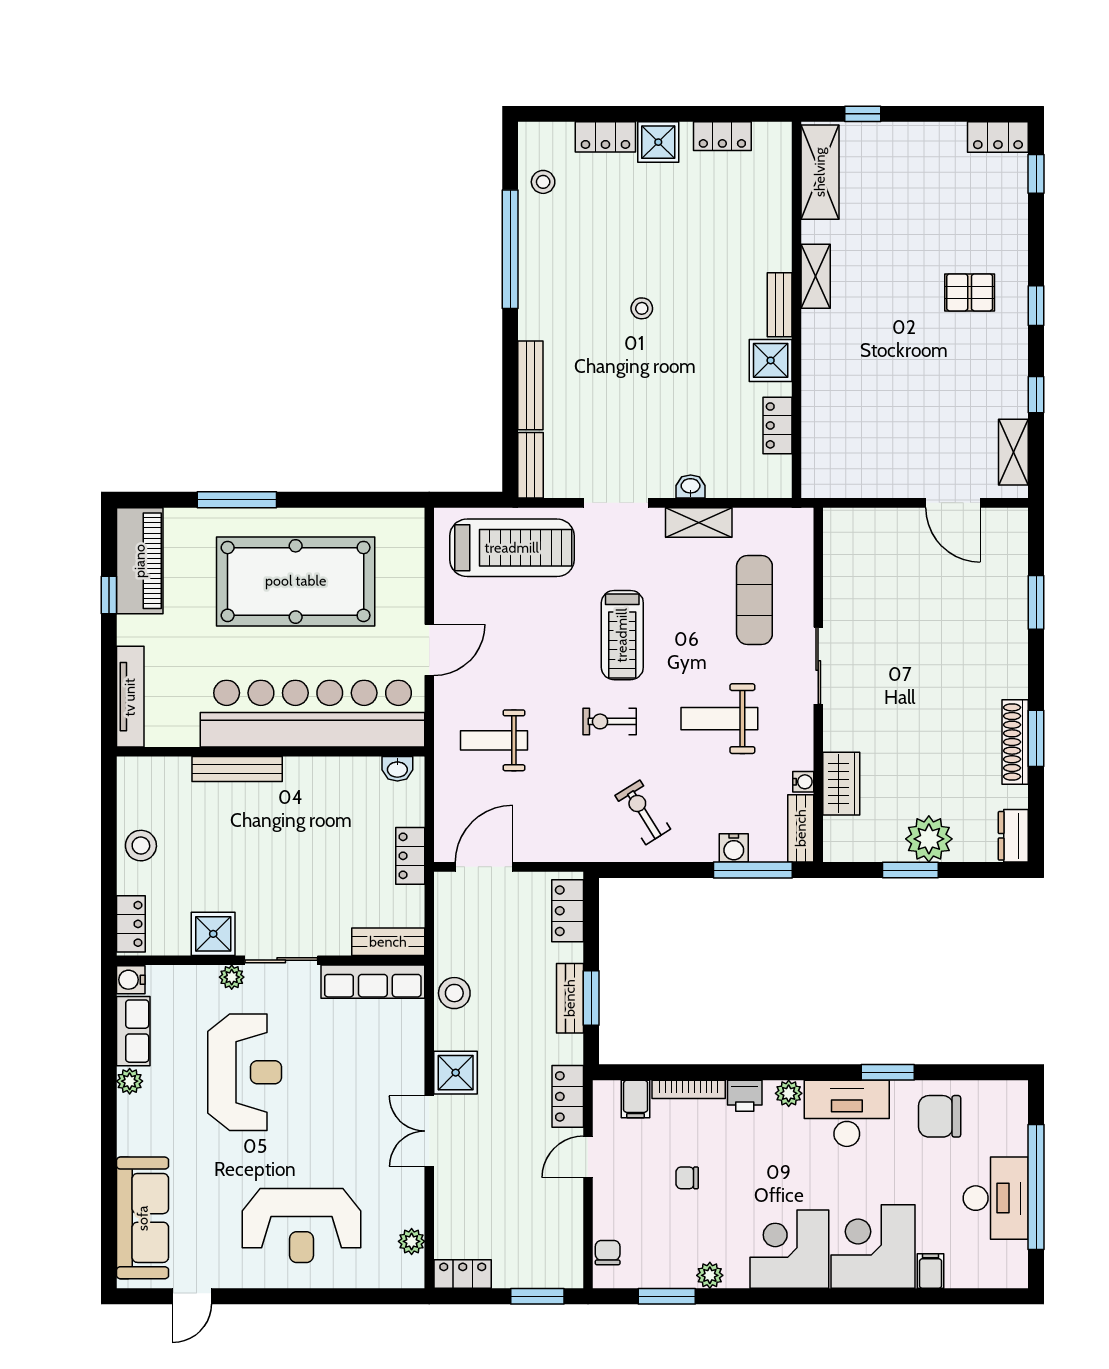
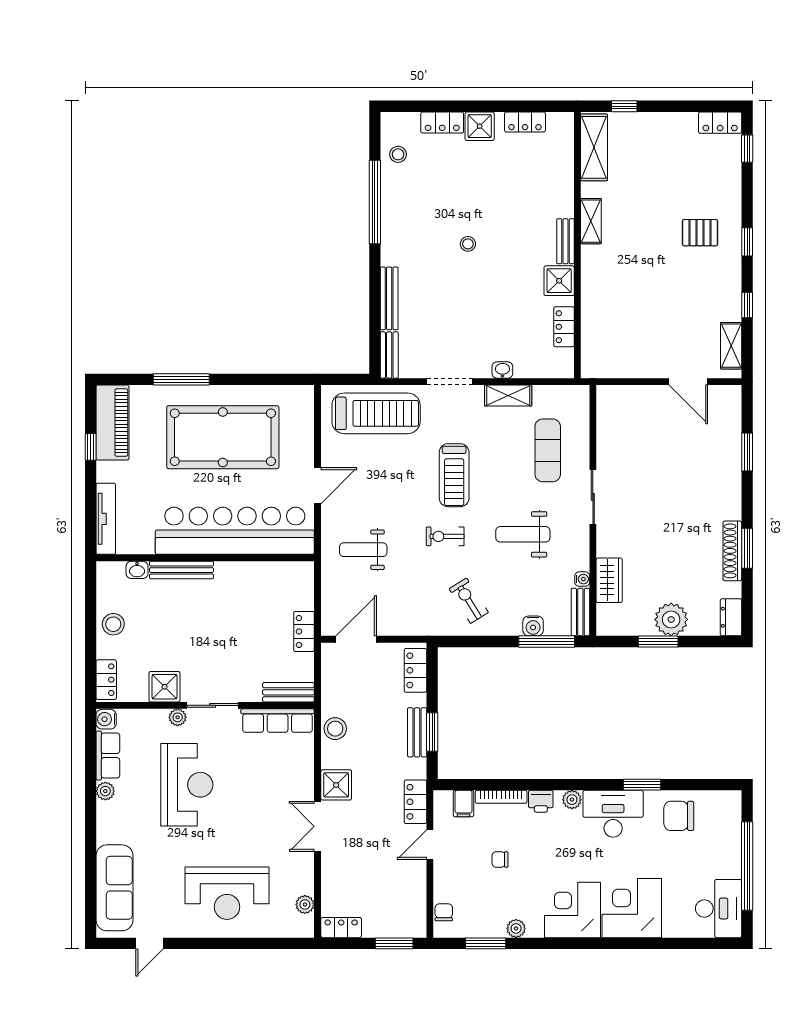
washbasin: (397, 769) -> (137, 570), moved
desk: (996, 1198) -> (719, 909), moved
filing cabinet: (931, 1271) -> (672, 925), removed

